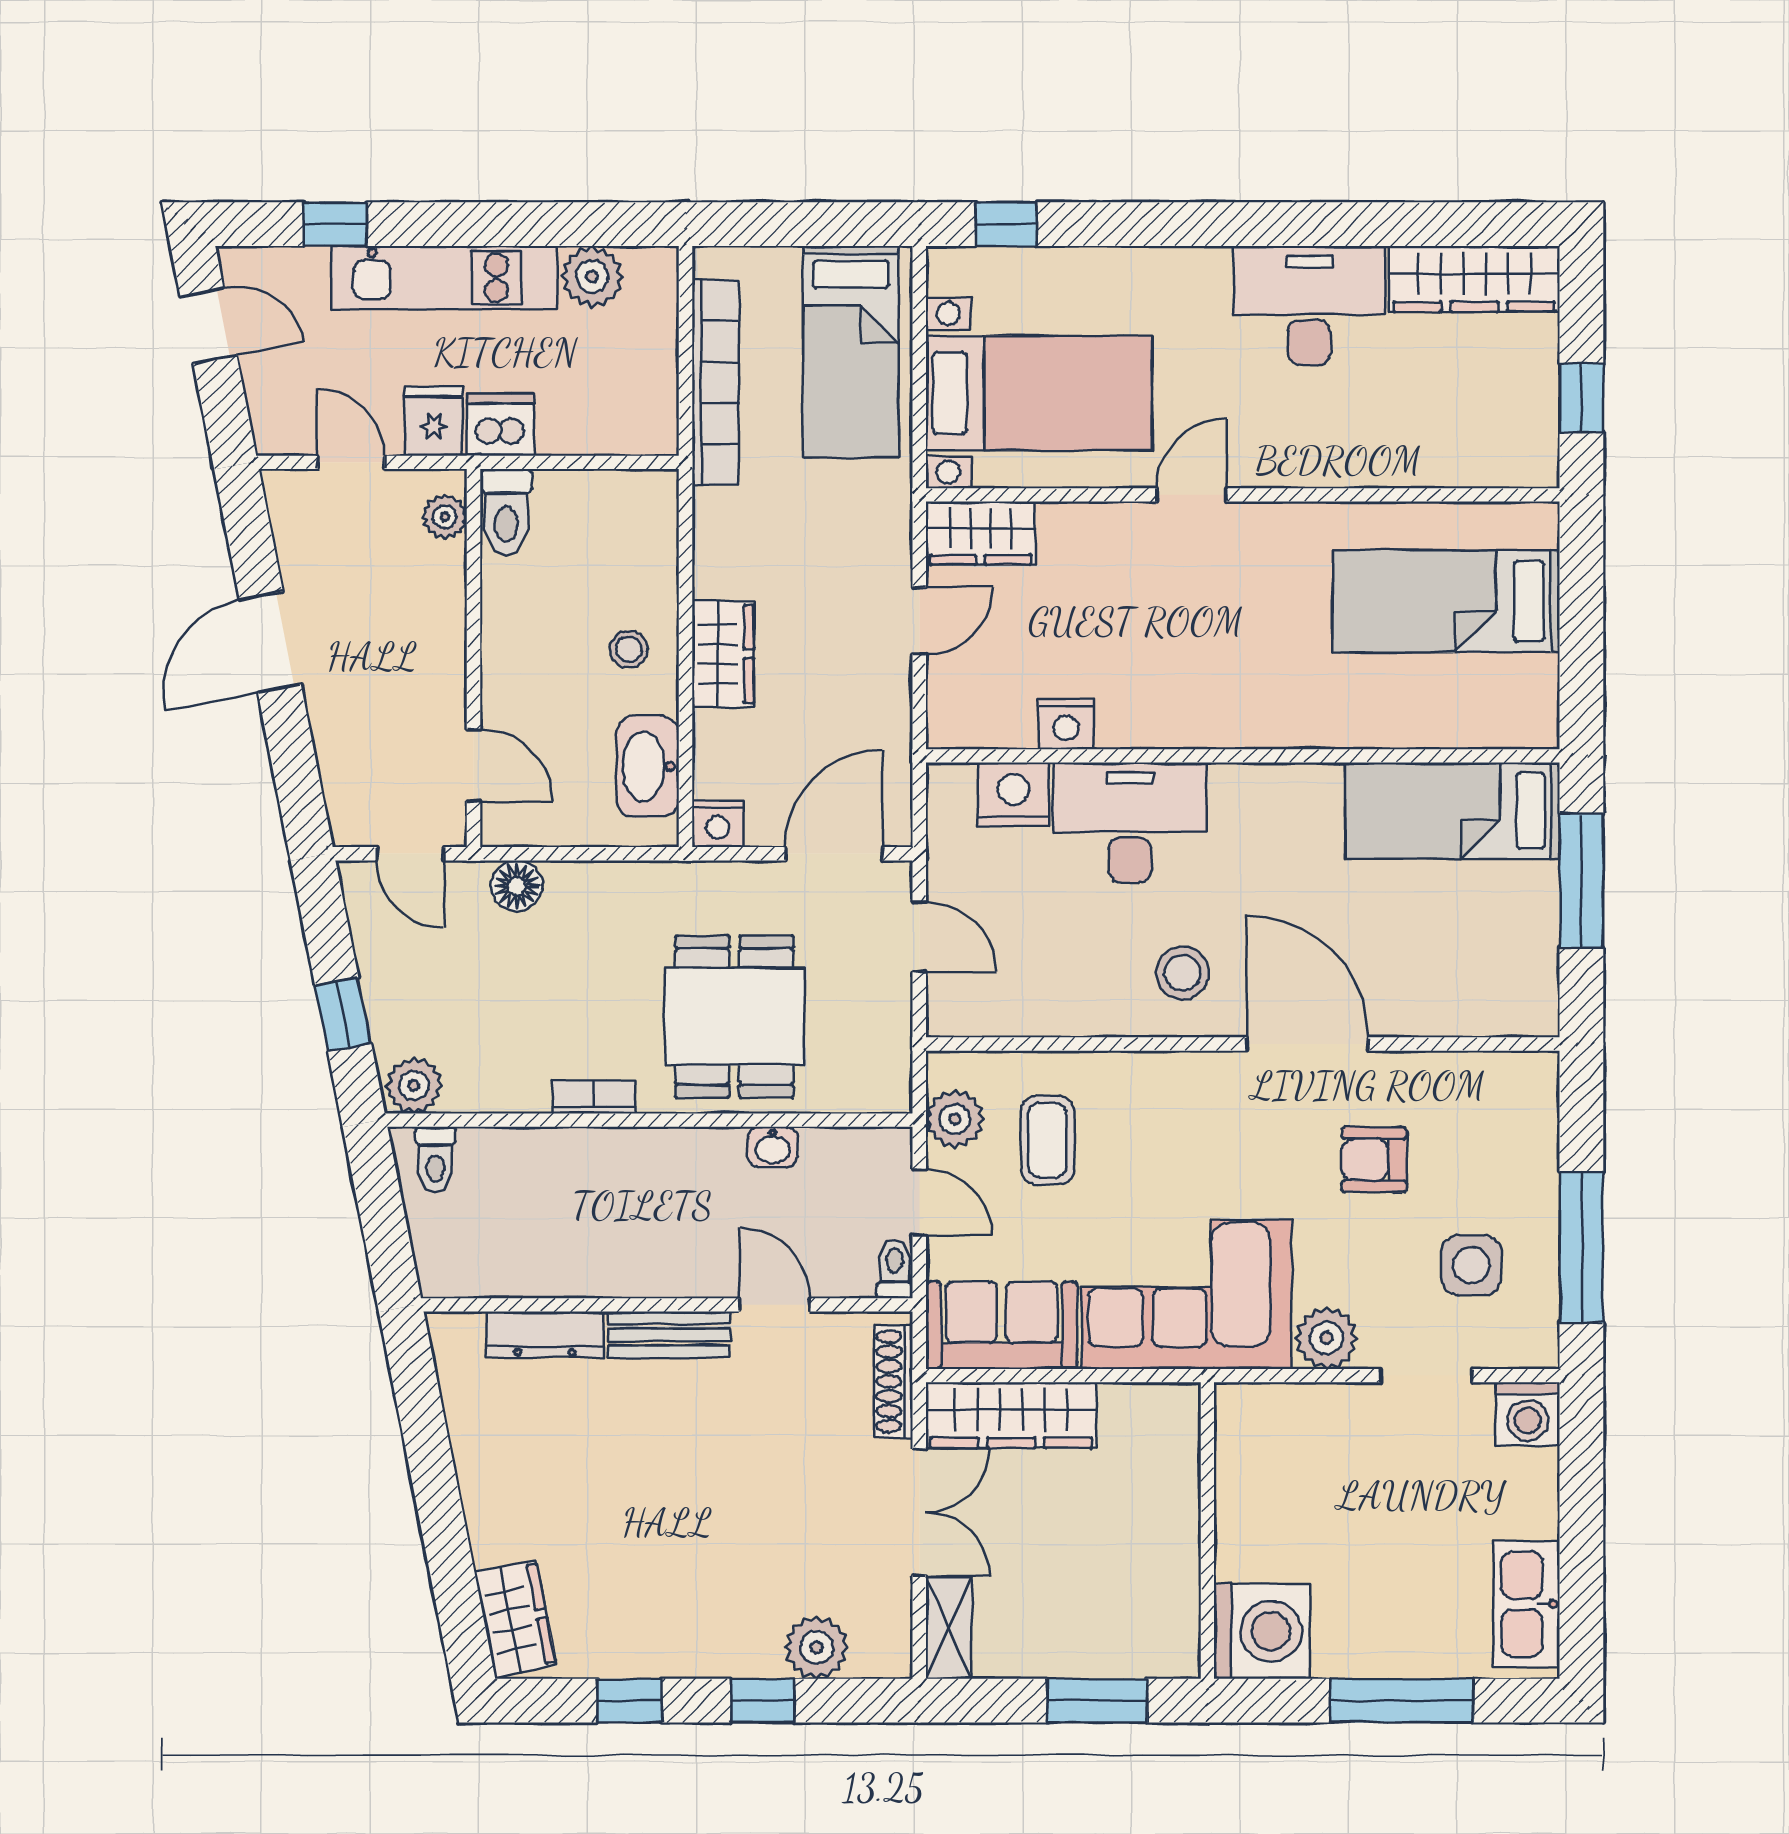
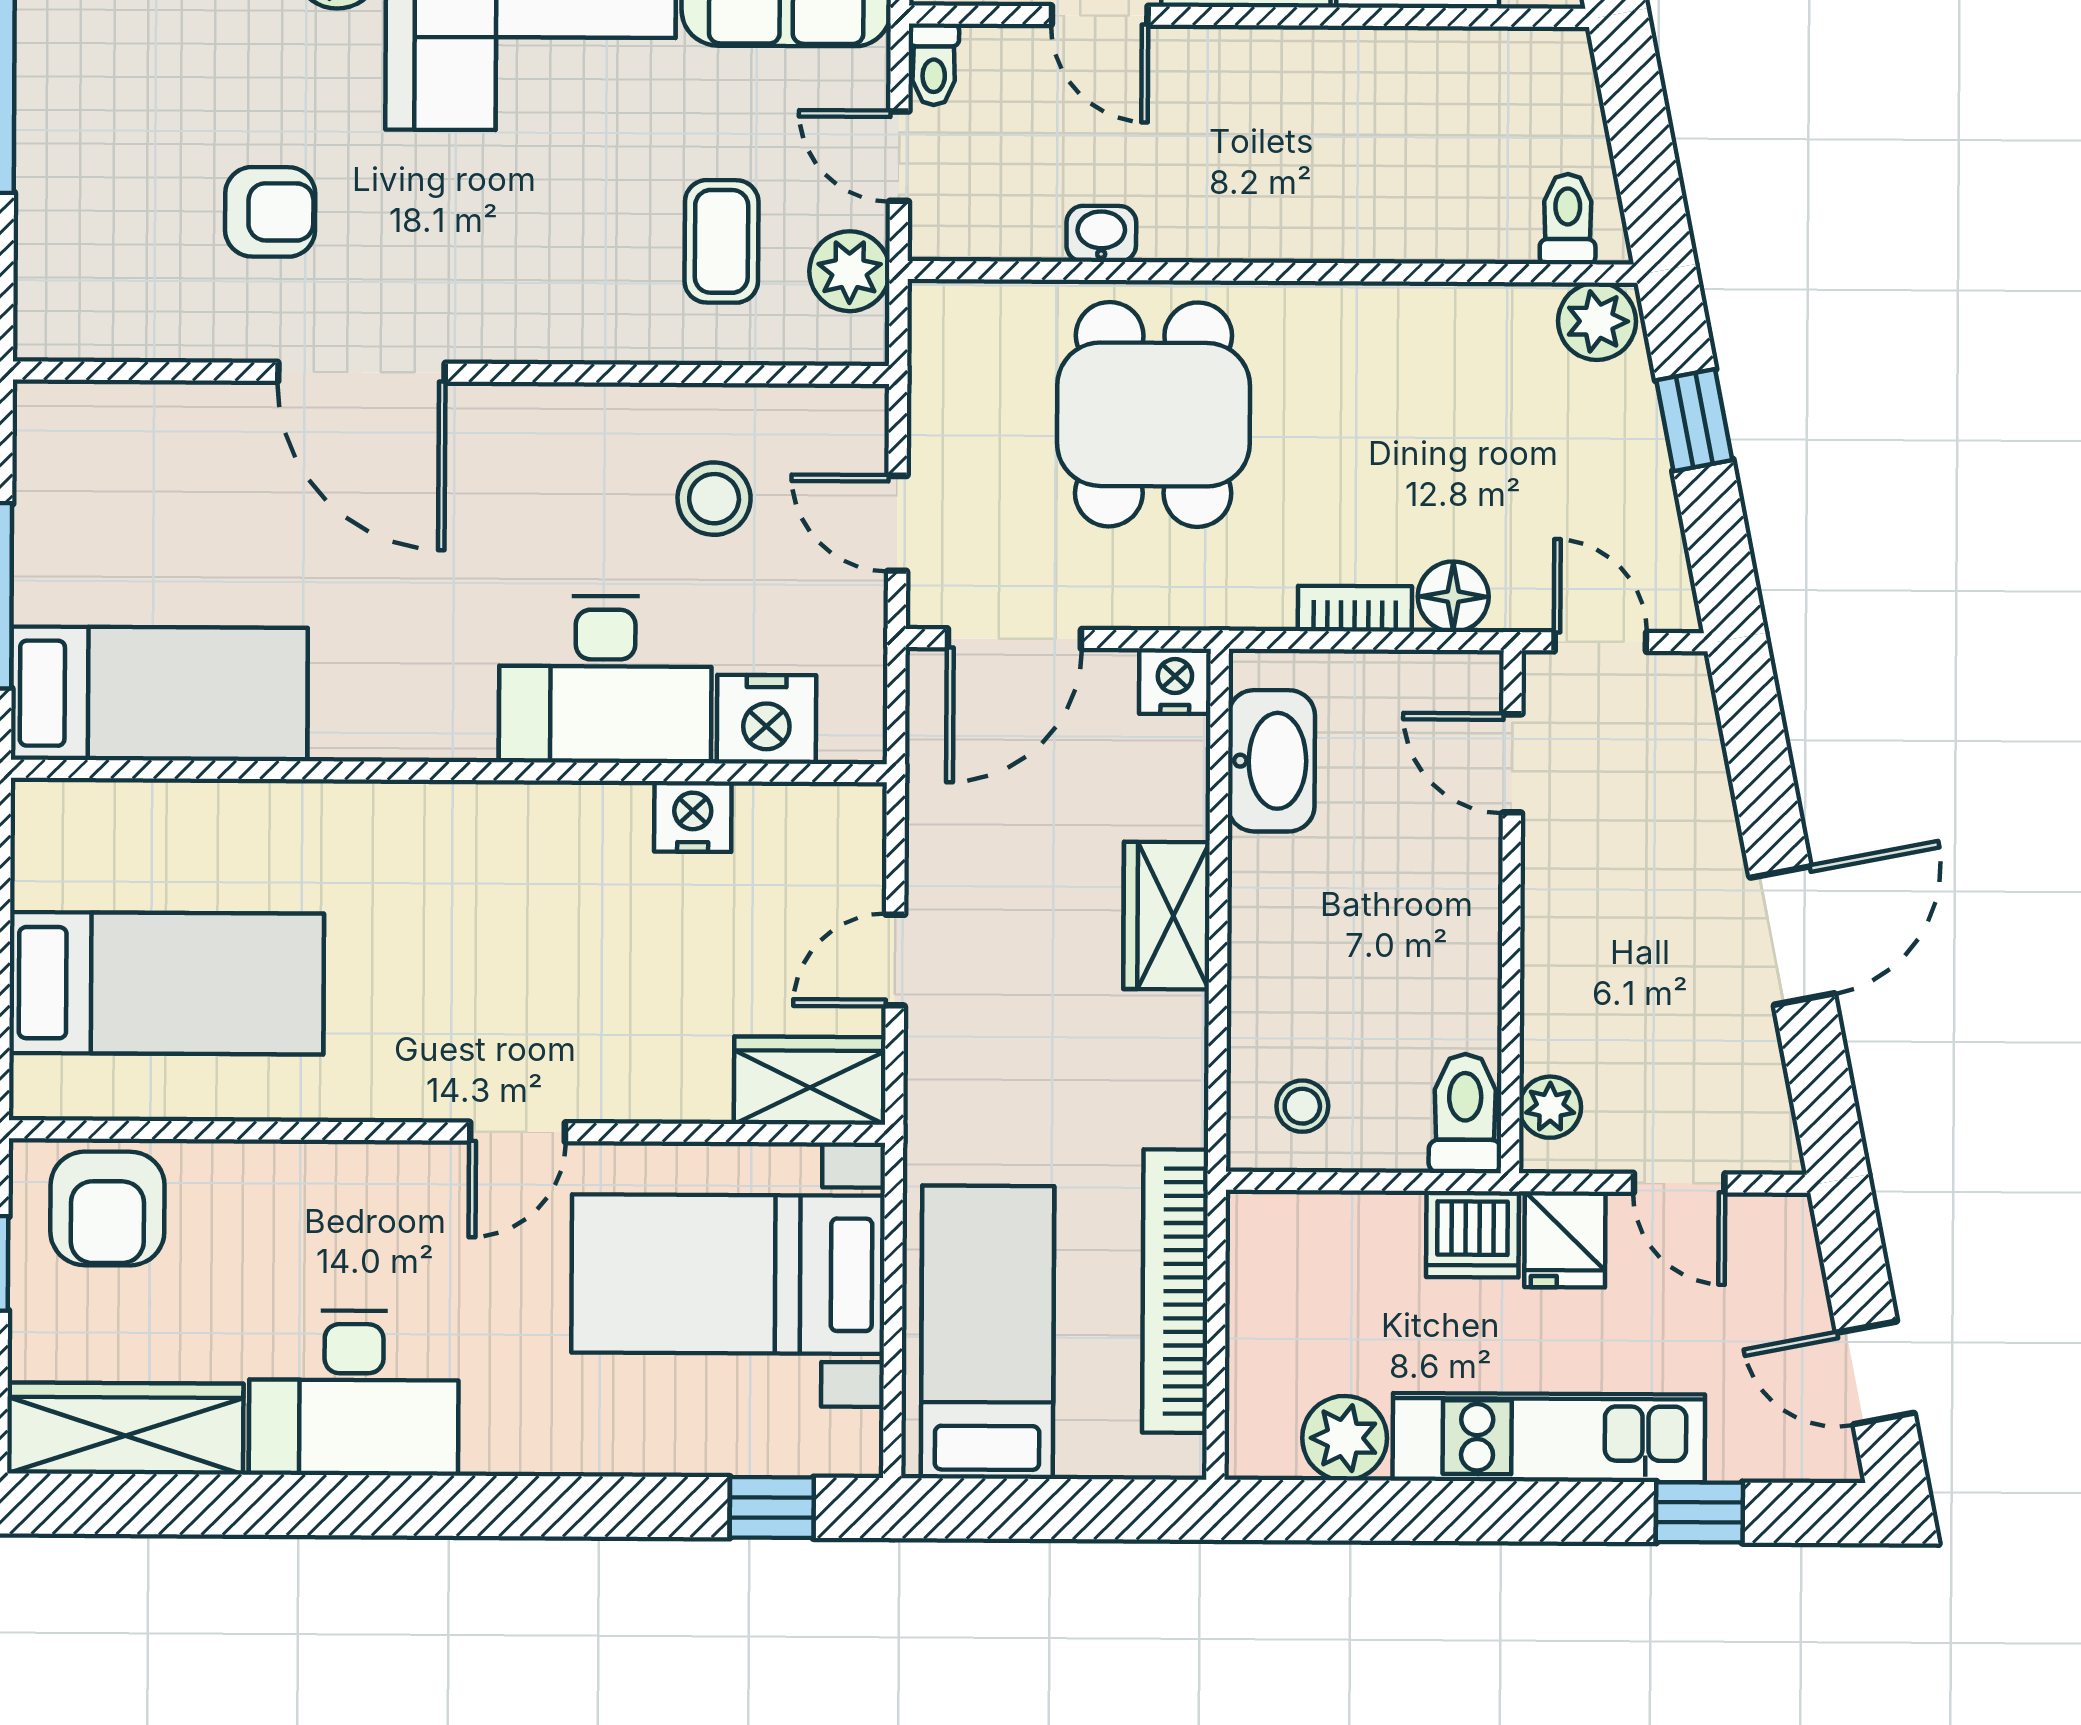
armchair: (1488, 438) -> (107, 1208), added
stool: (629, 649) -> (1302, 1106), moved
stool: (1183, 973) -> (714, 499), moved
bookcase: (594, 1097) -> (1355, 609), moved, turned 180
side table: (1471, 1265) -> (137, 65), removed

